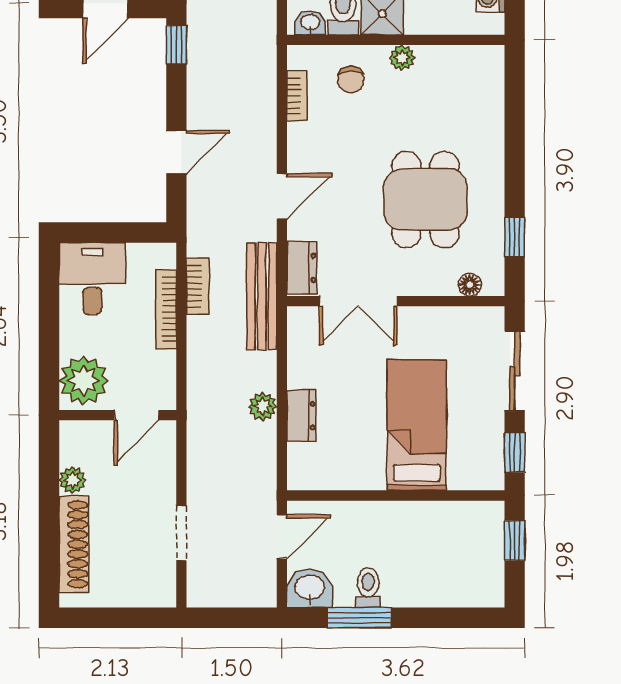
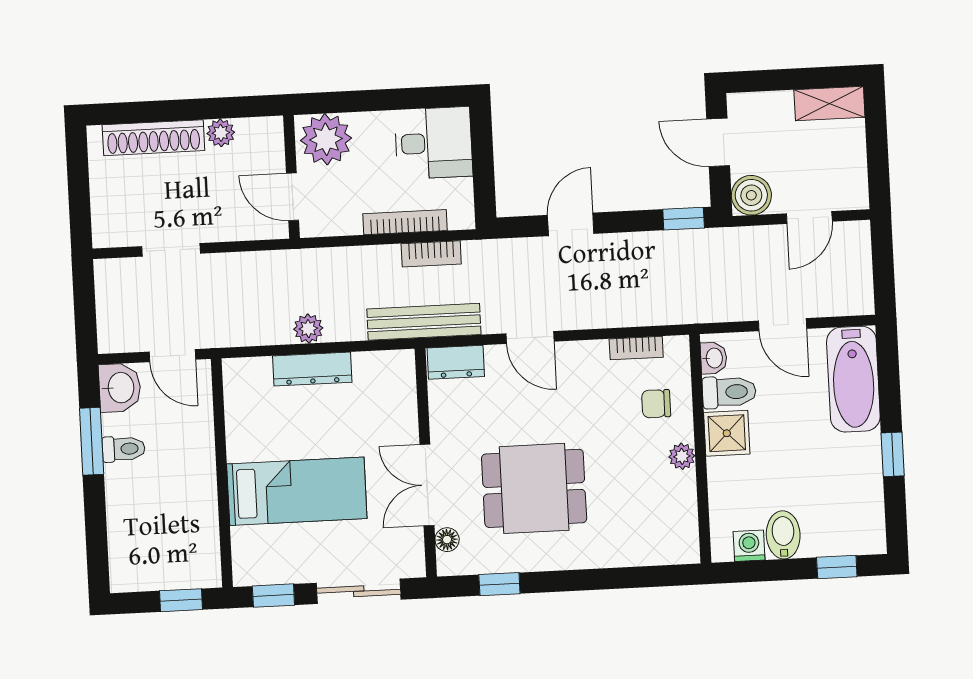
door: (176, 152) -> (571, 224), swing flipped
double door: (358, 301) -> (427, 485), moved
dresser: (301, 416) -> (312, 369), width x1.44

